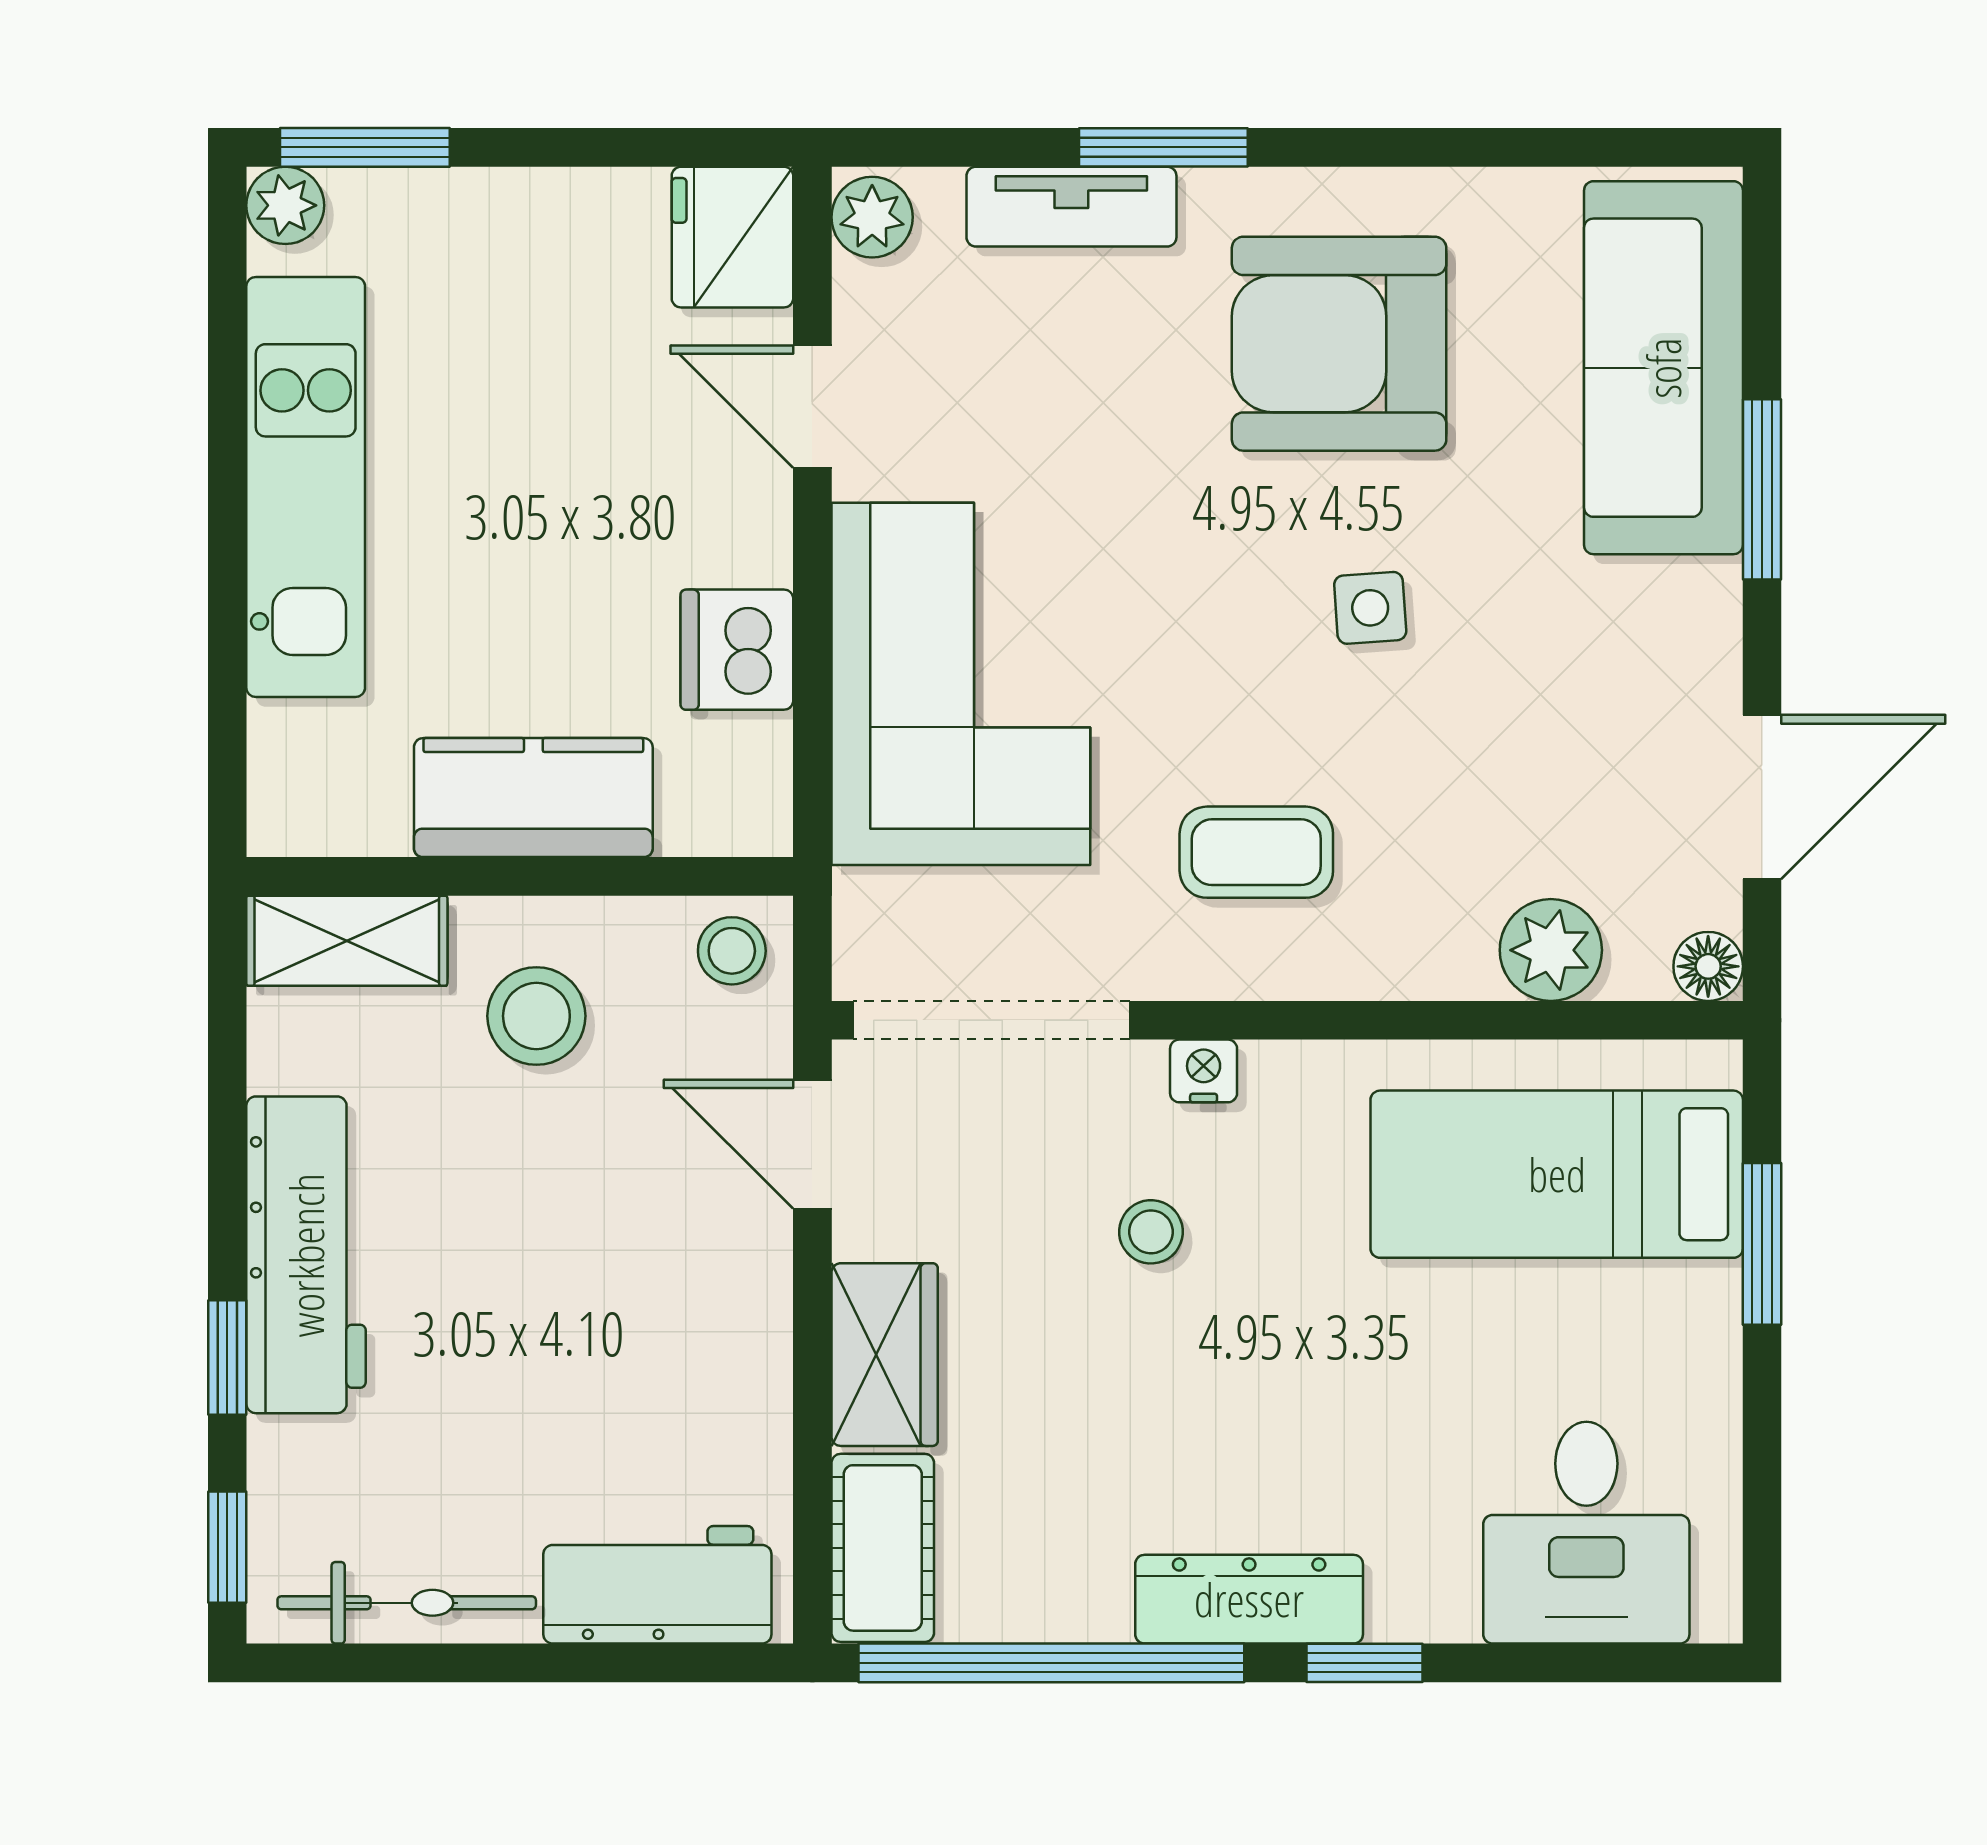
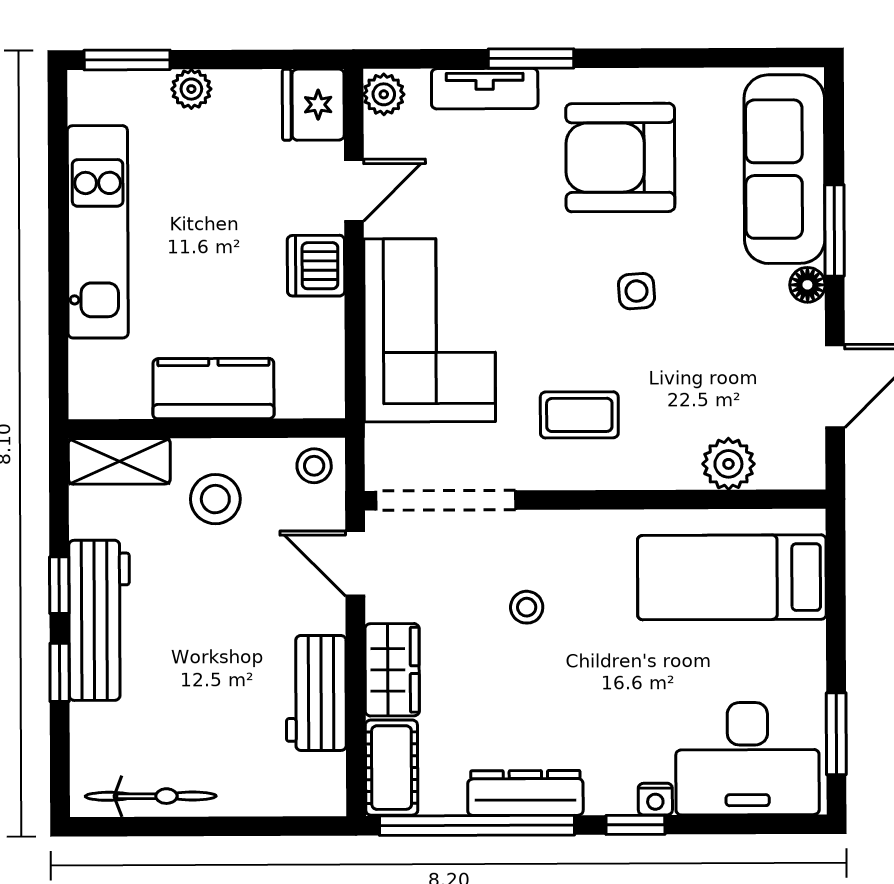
plant: (285, 205) -> (191, 89), moved
door: (812, 407) -> (354, 190), swing flipped
dishwasher: (737, 650) -> (316, 266), moved
floor lamp: (1708, 966) -> (807, 285), moved
nightstand: (1204, 1071) -> (655, 799), moved, turned 180
window: (1762, 1244) -> (836, 734), moved
desk: (1586, 1533) -> (747, 759), width x1.37
window: (227, 1547) -> (59, 585), moved
workbench: (657, 1585) -> (316, 693), moved, turned -90
dresser: (1249, 1599) -> (525, 793), moved

